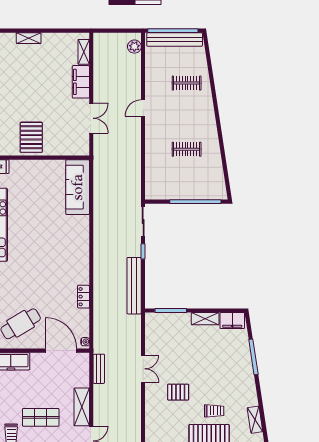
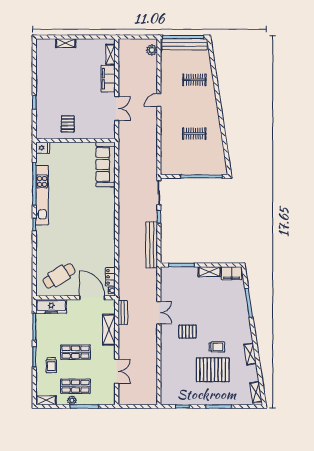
pallet: (31, 137) -> (68, 124), width x0.67, depth x0.71
locker: (83, 297) -> (110, 277), moved
shelving: (82, 407) -> (109, 330), moved

